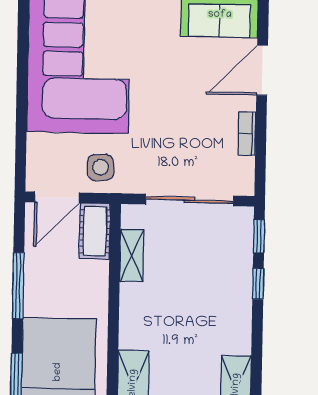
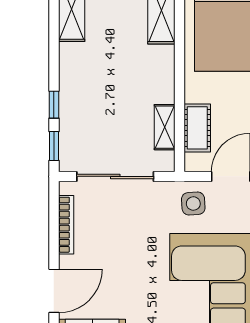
bookcase: (247, 134) -> (66, 225), width x1.56
cot: (95, 231) -> (197, 128), moved

